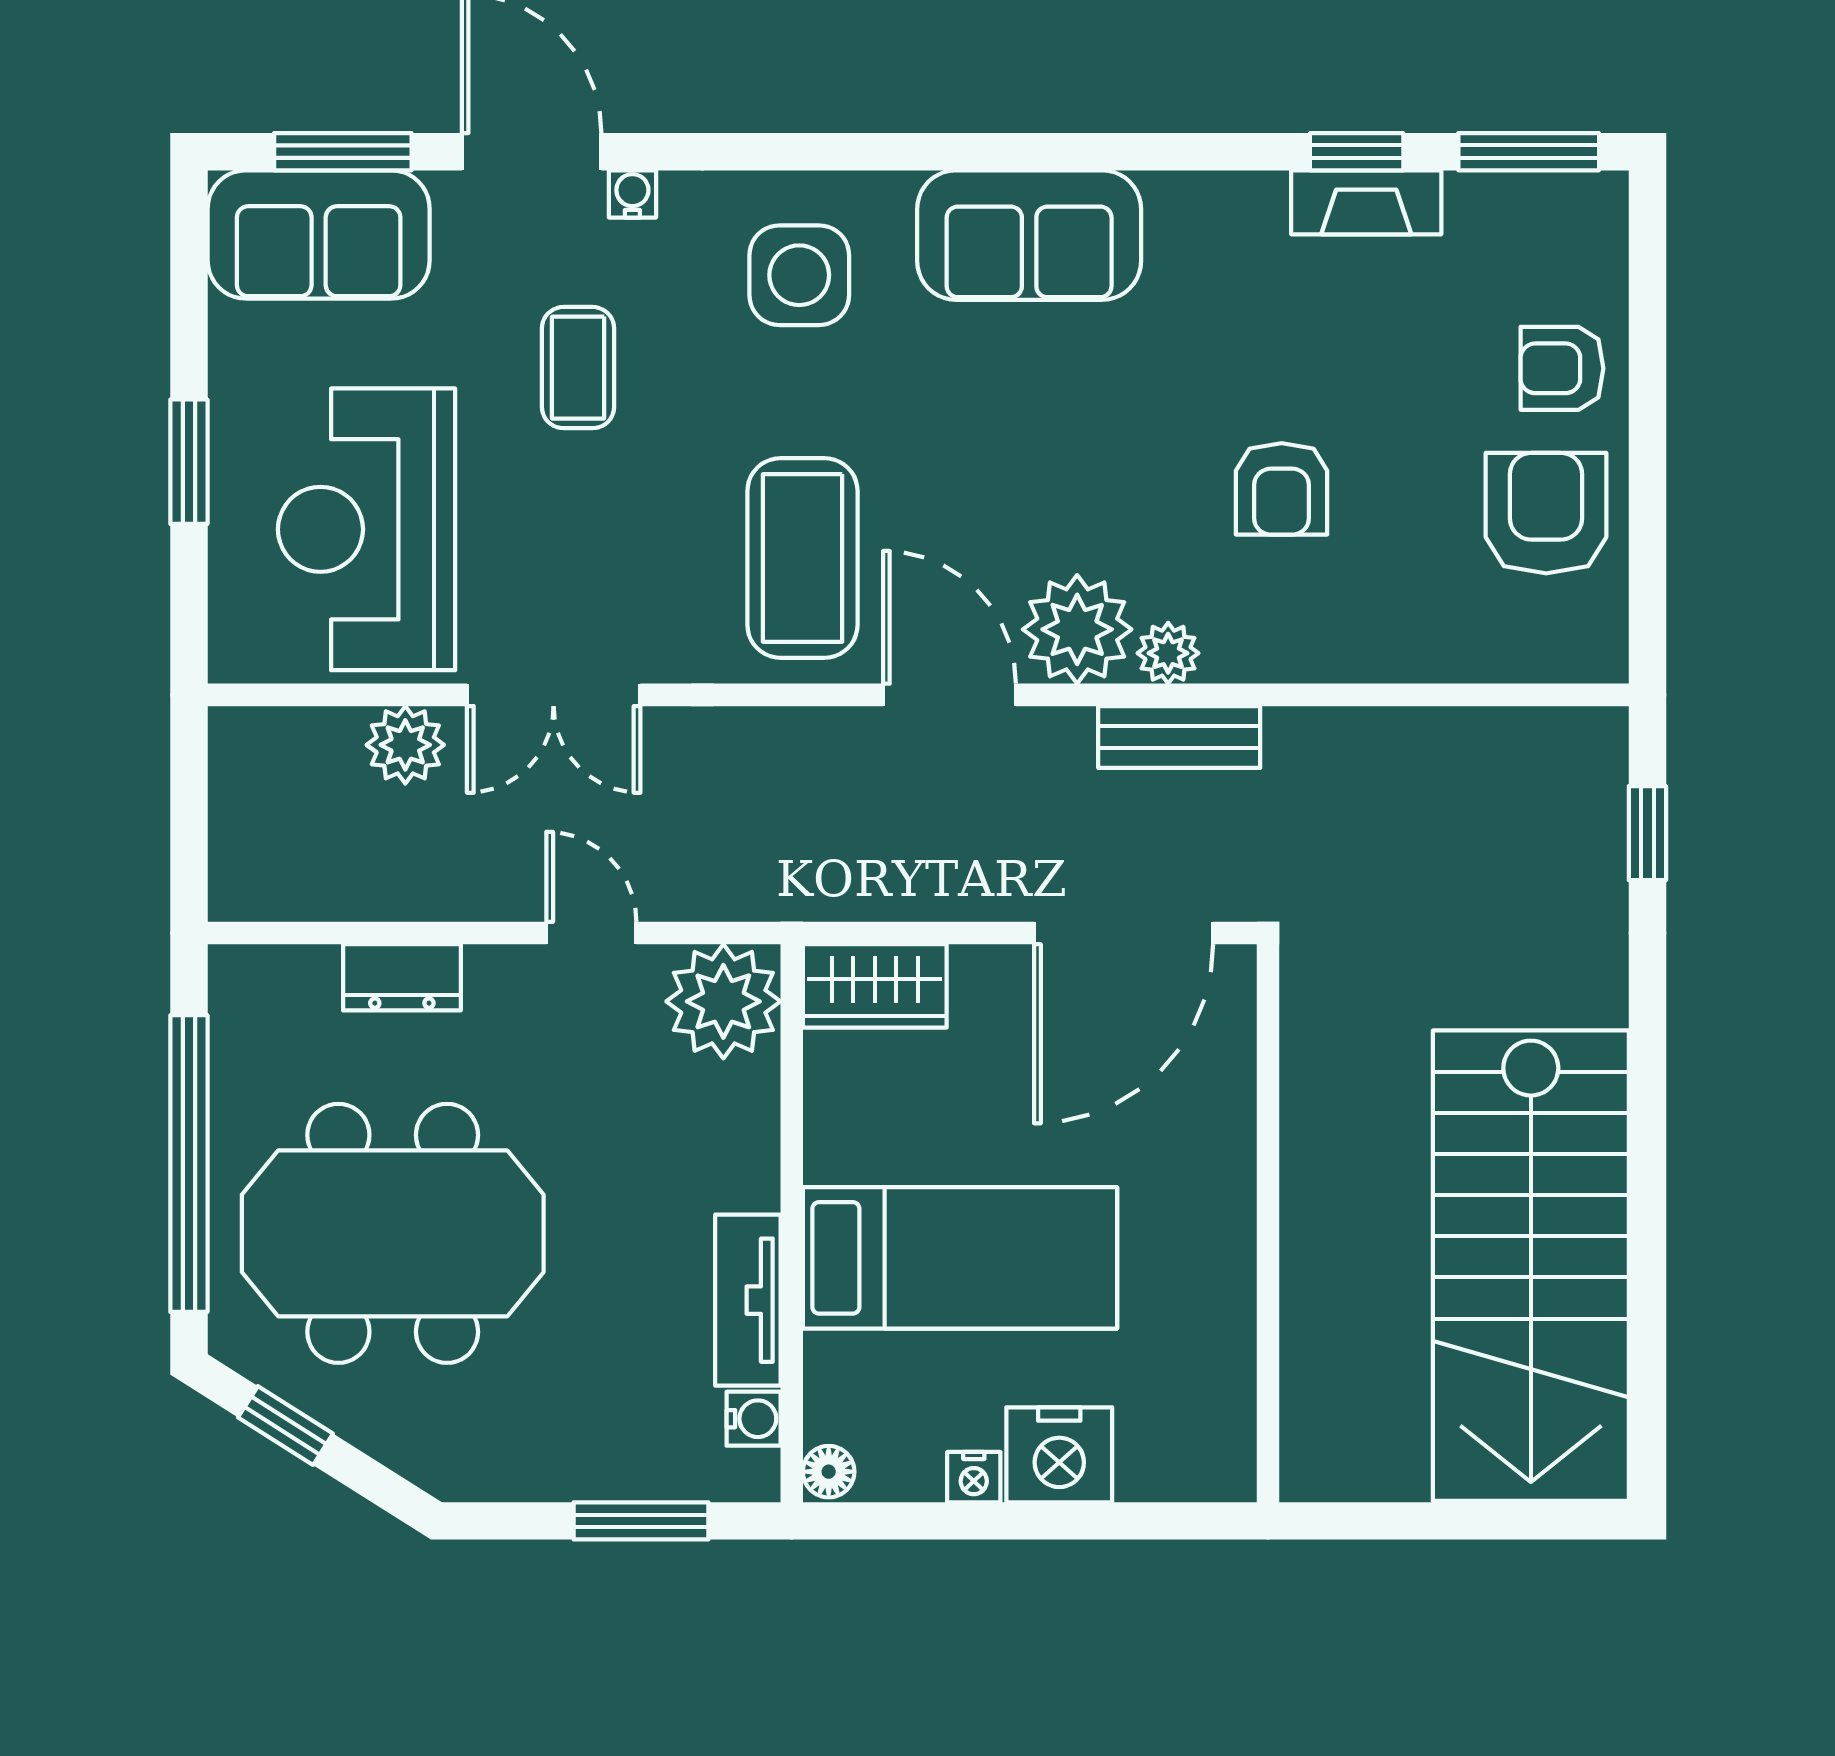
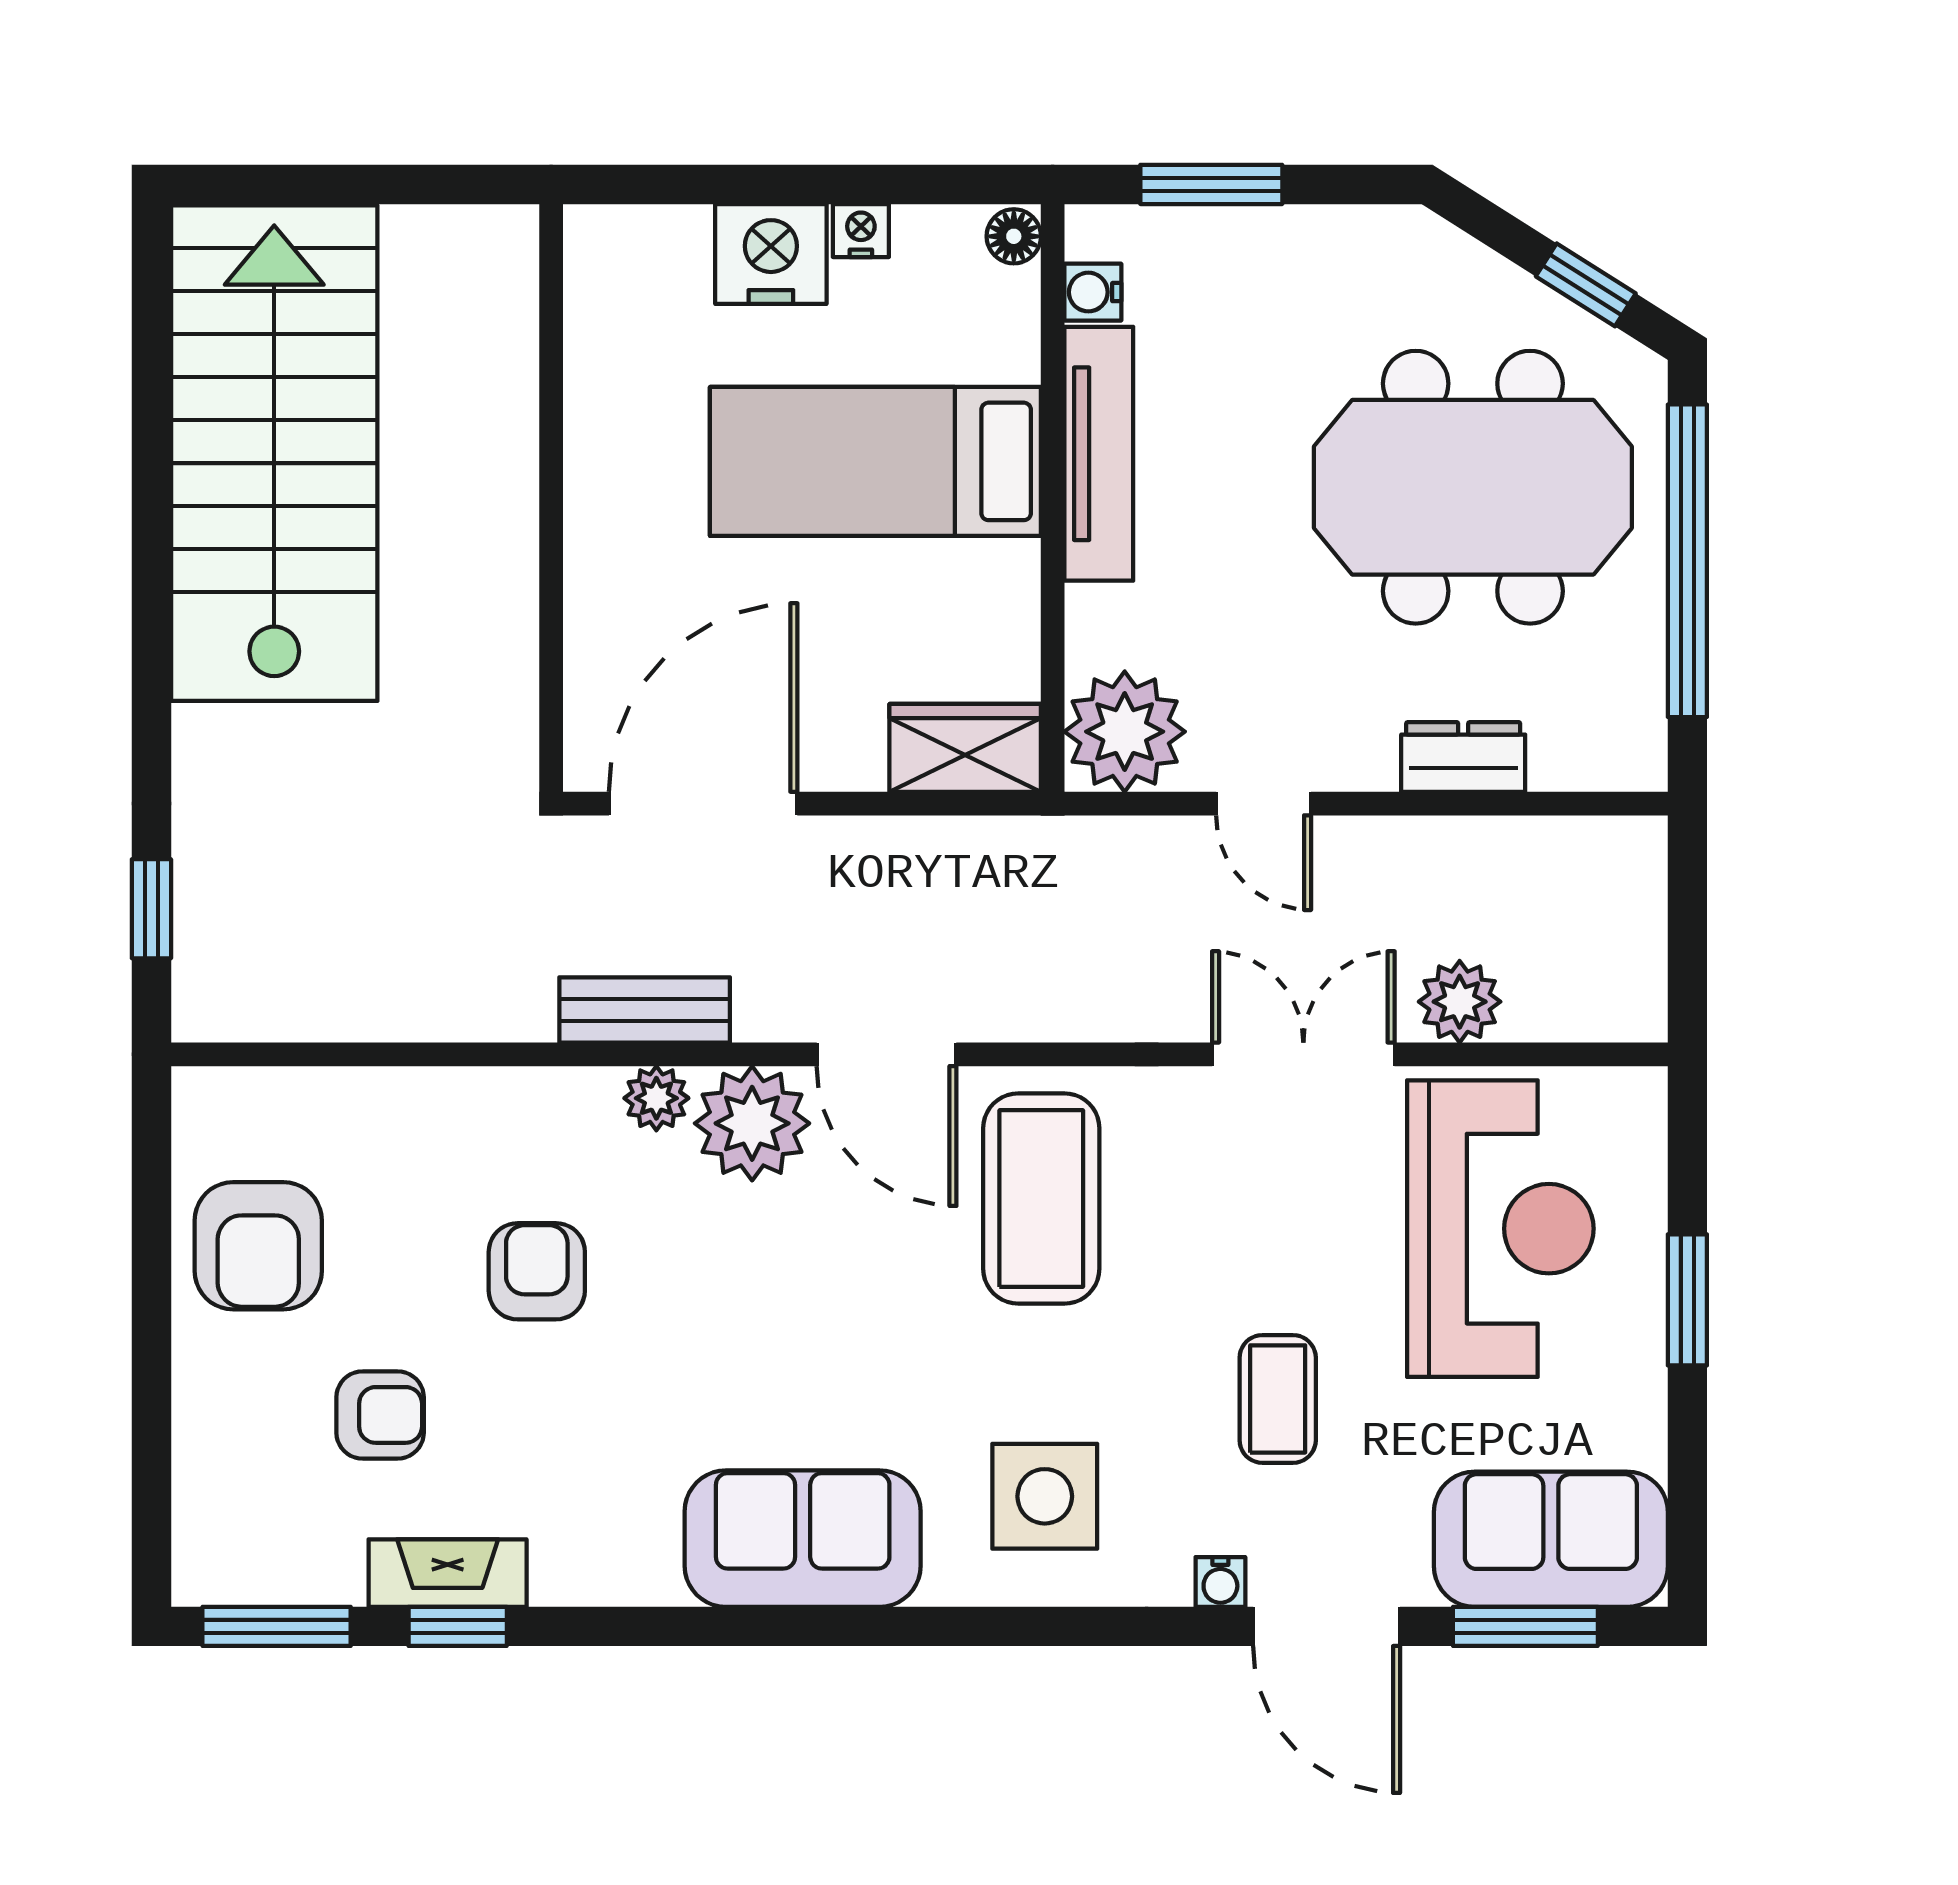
armchair: (1562, 368) -> (380, 1415), moved
tv unit: (748, 1300) -> (1099, 454), width x1.41

